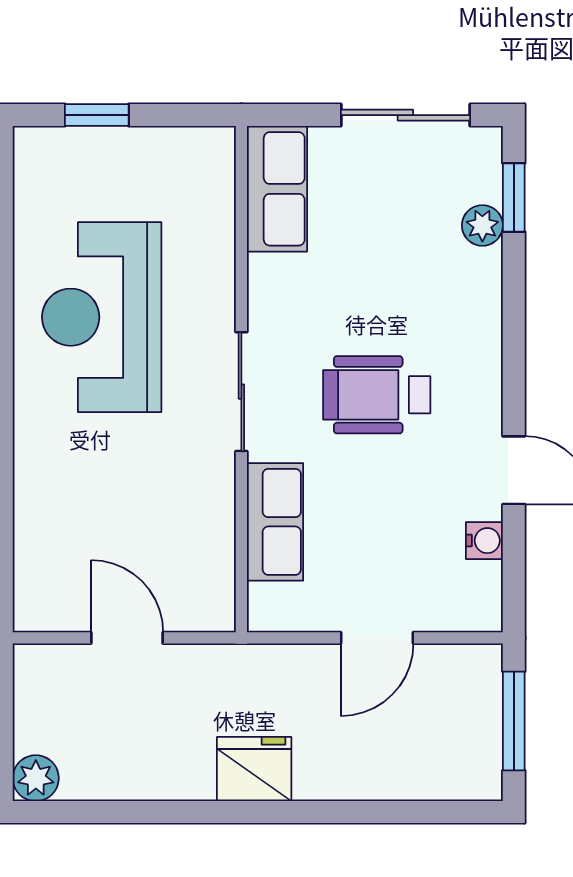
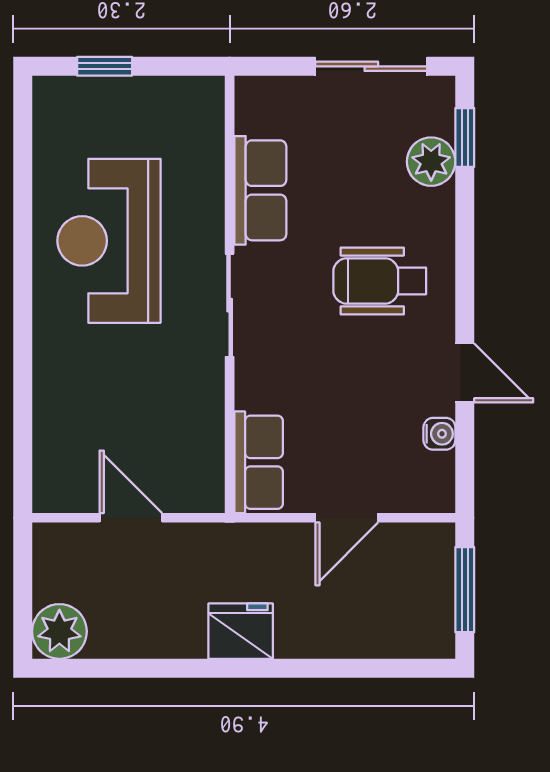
row of seats: (277, 189) -> (260, 190), moved
plant: (482, 225) -> (431, 162), width x1.38, depth x1.38
wheelchair: (377, 395) -> (380, 281), moved
row of seats: (275, 522) -> (259, 462), moved
plant: (36, 778) -> (59, 631), width x1.38, depth x1.38

